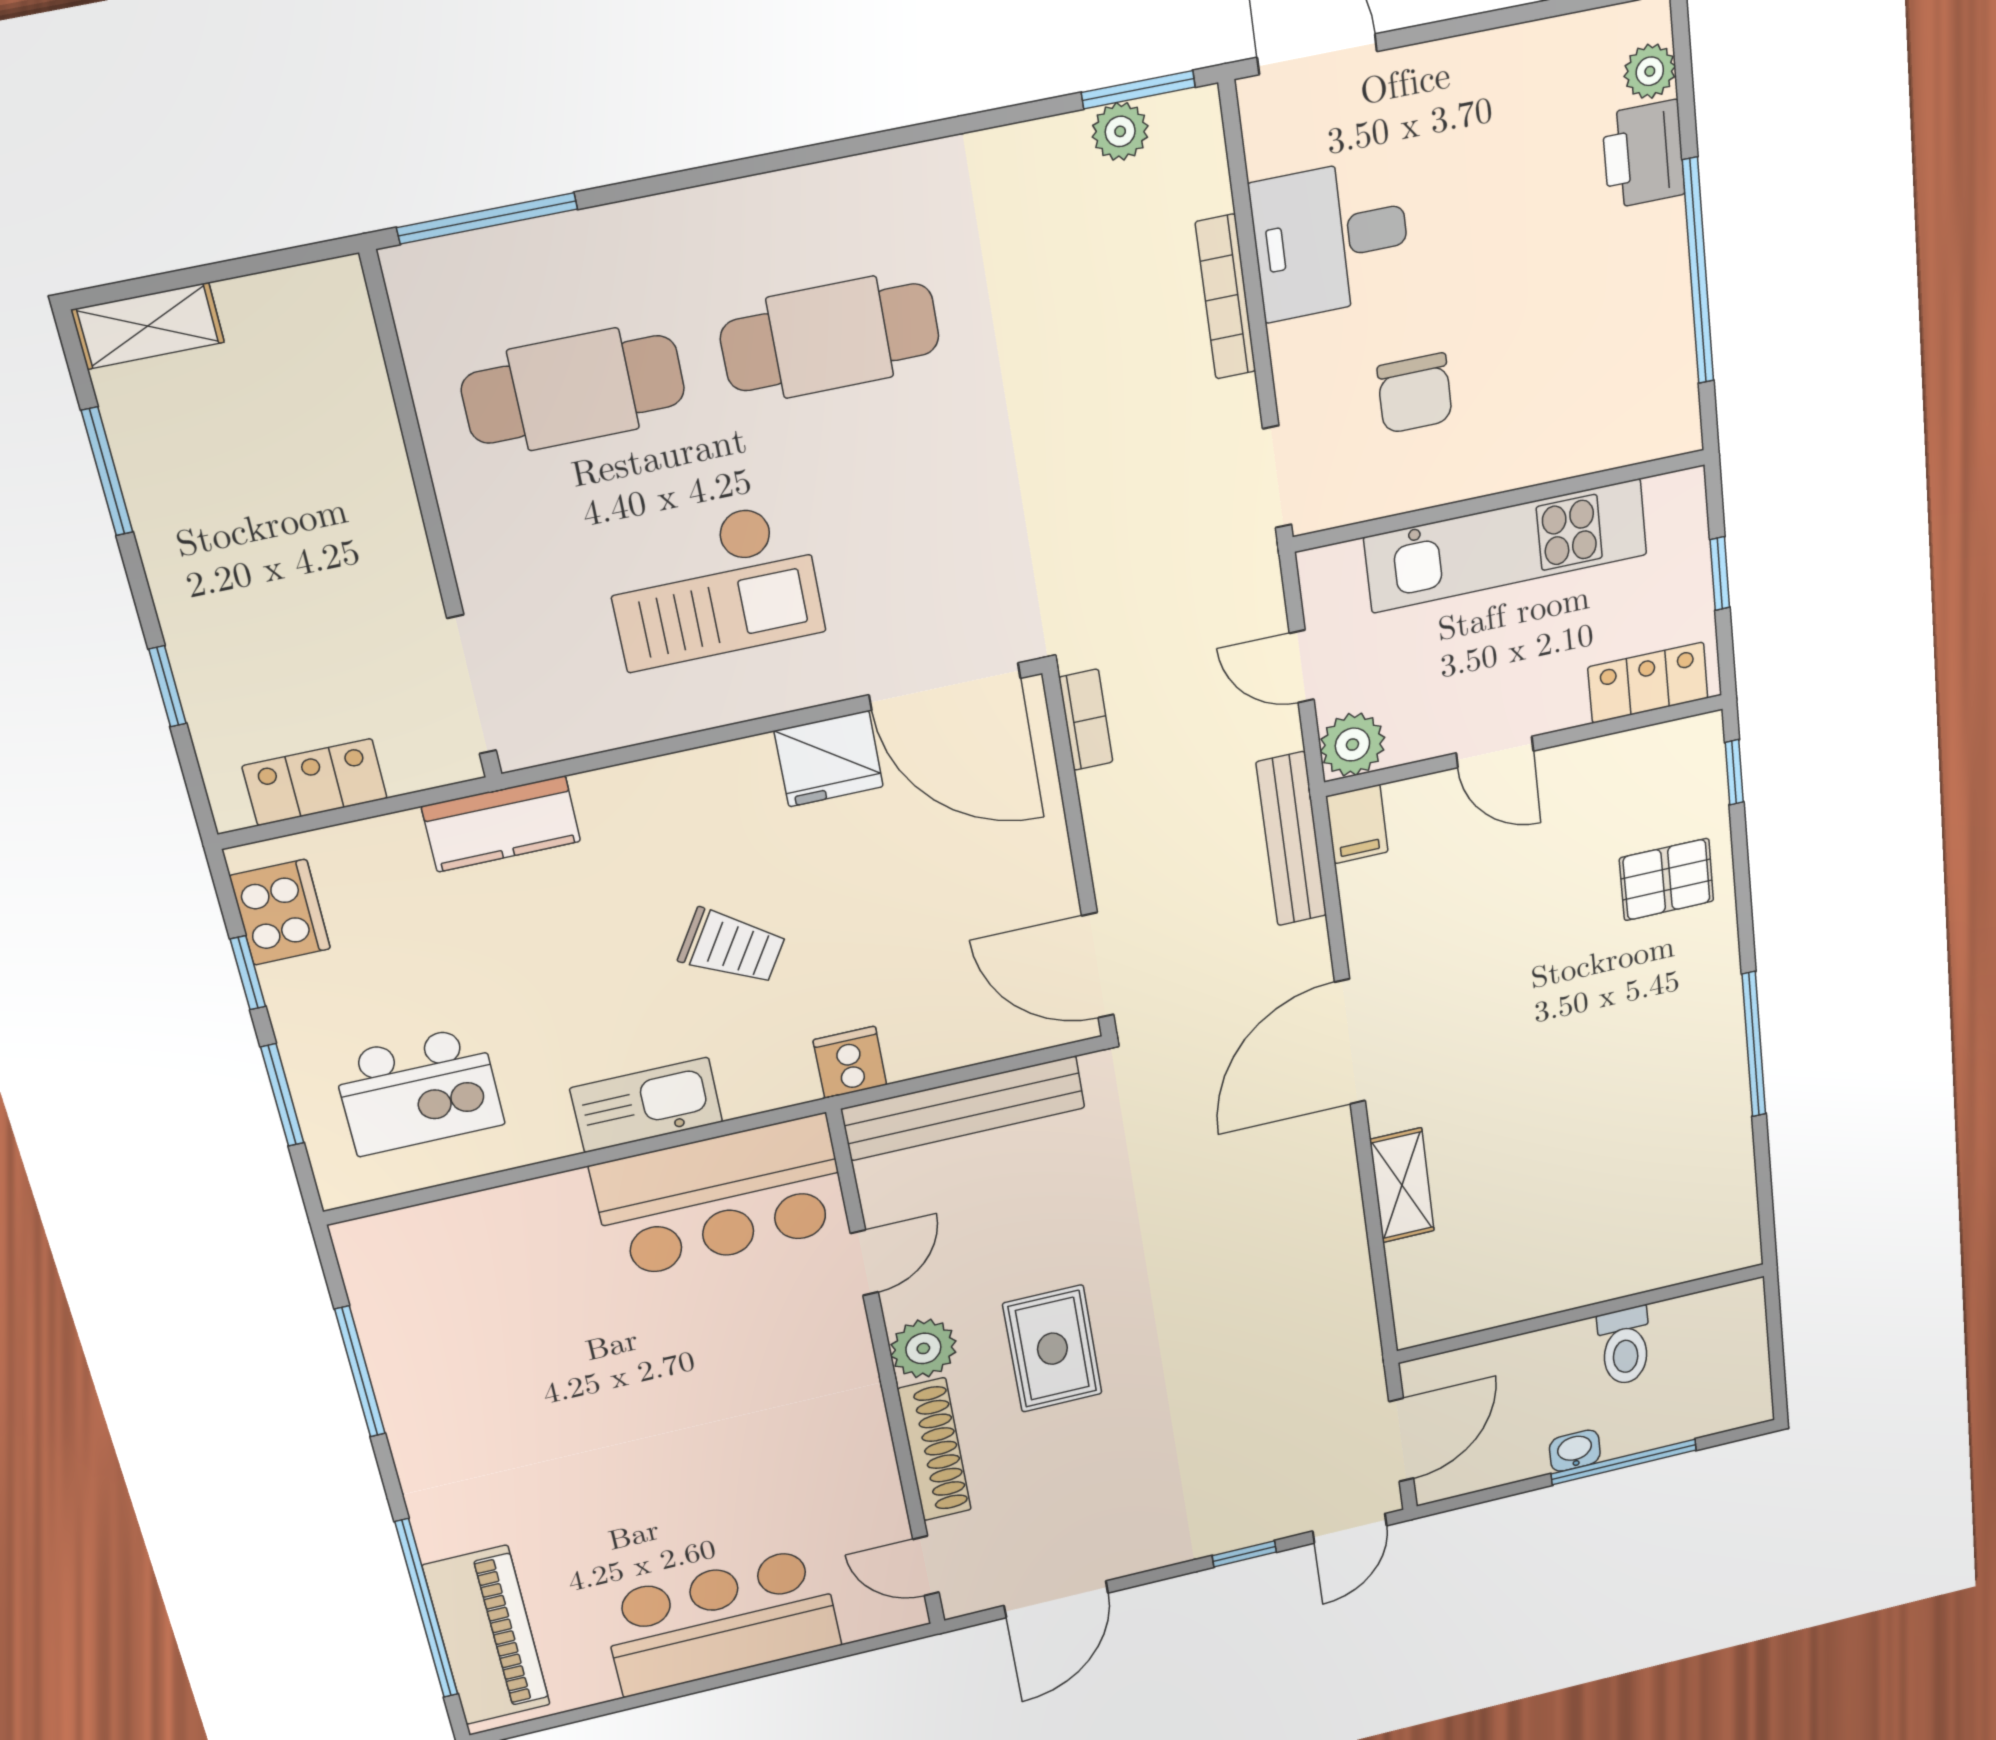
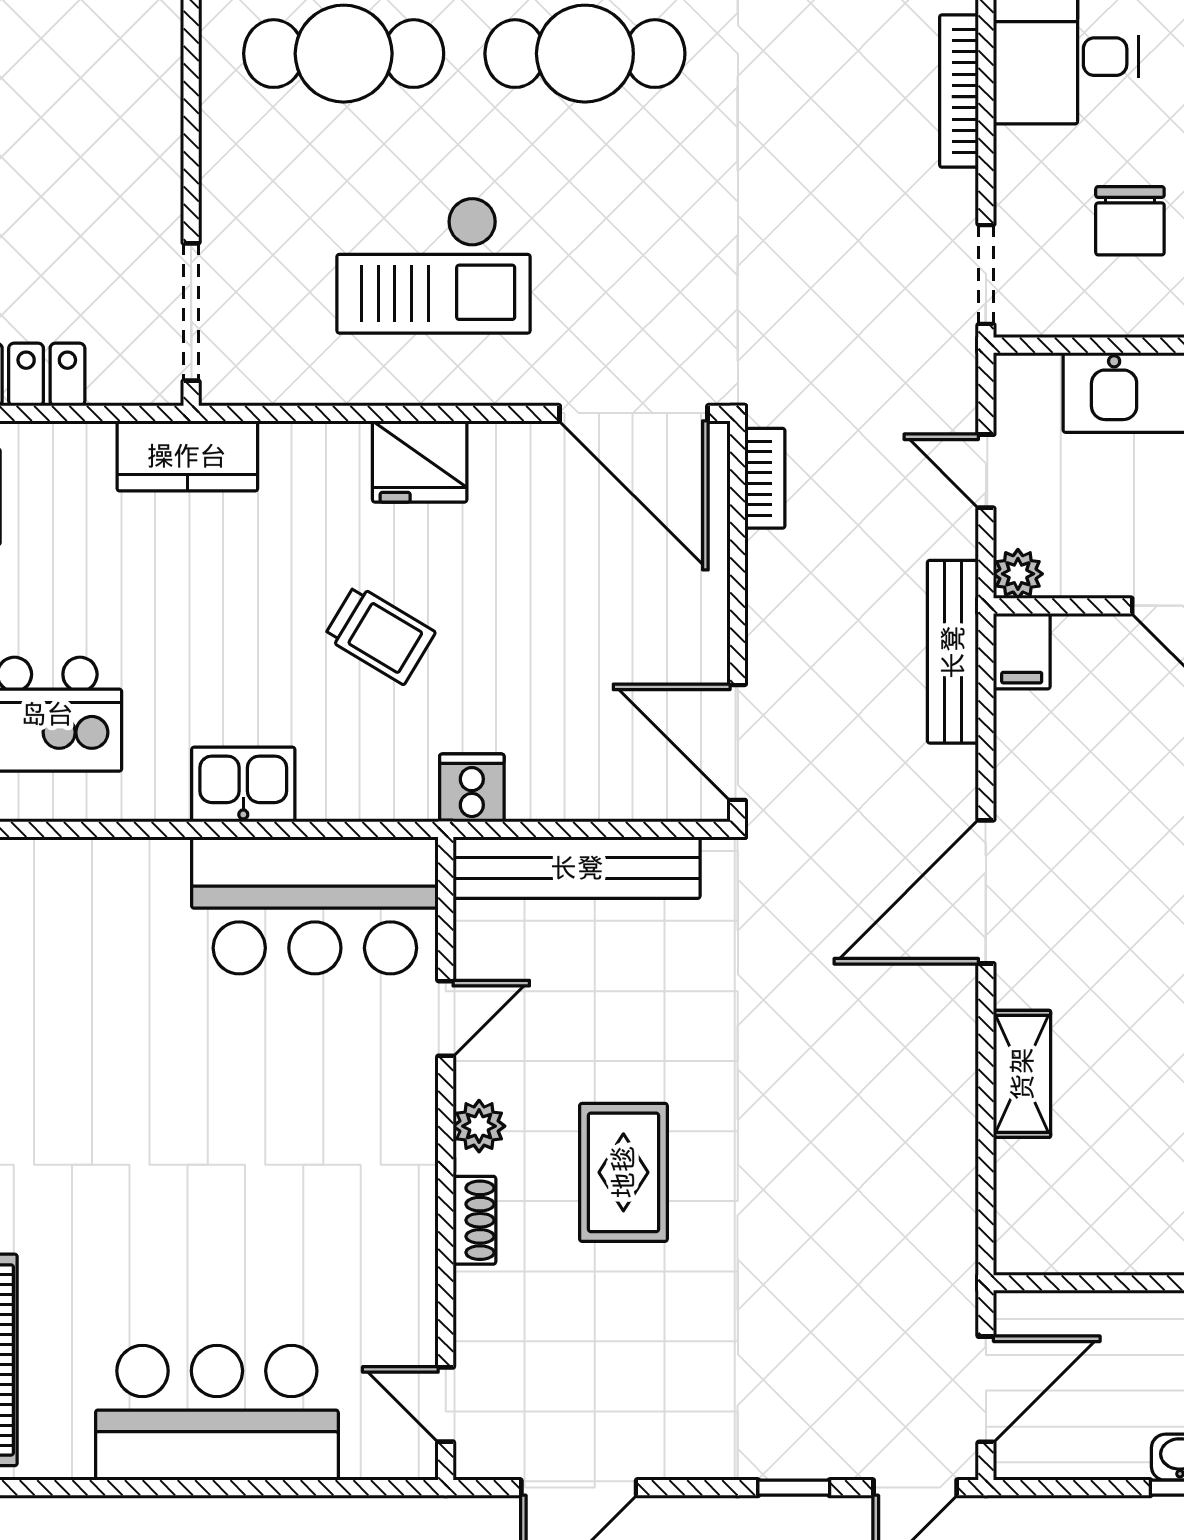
plant: (1352, 745) -> (1018, 574), width x0.73, depth x0.73
fridge: (829, 759) -> (420, 461), moved
kitchen sink: (646, 1105) -> (243, 785), width x0.73
plant: (923, 1348) -> (479, 1126), width x0.73, depth x0.73
shoe rack: (934, 1450) -> (474, 1220), width x0.51, depth x0.81

